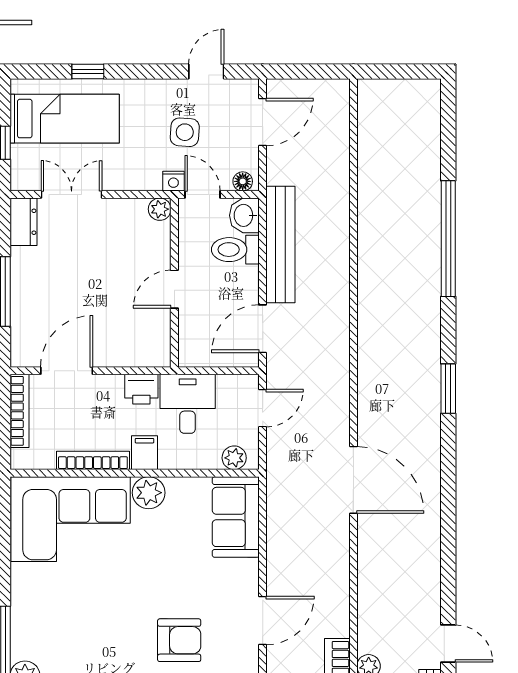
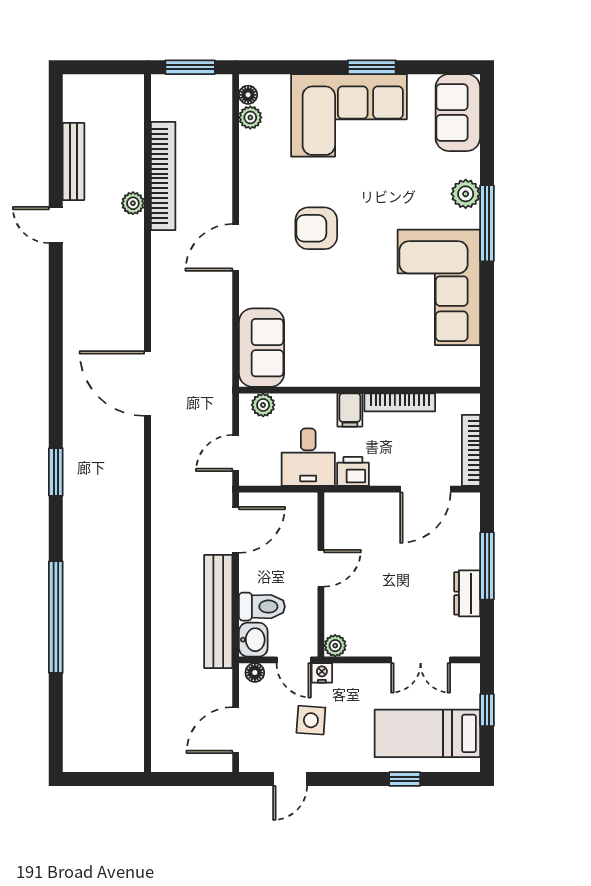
dresser: (23, 222) -> (467, 593), moved
plant: (149, 493) -> (346, 371), removed
corner sofa: (71, 519) -> (439, 287), moved, turned -90

